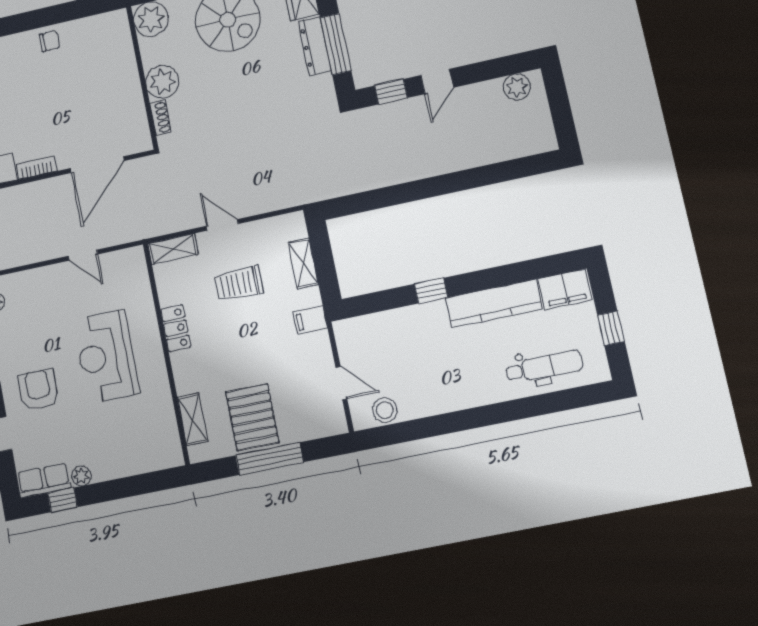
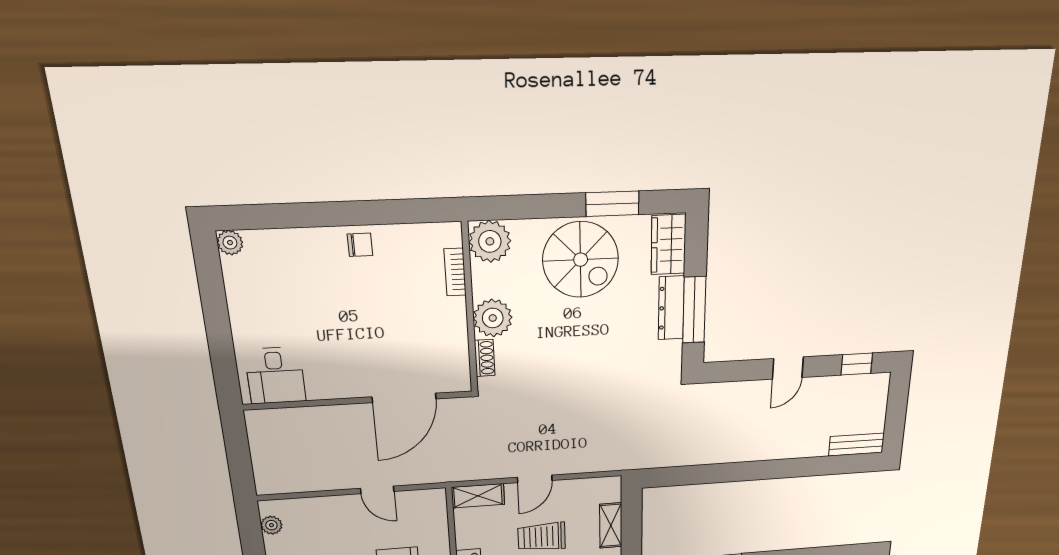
plant: (517, 87) -> (863, 387), removed
window: (391, 92) -> (857, 364), moved
bench: (529, 145) -> (856, 445), added
bookcase: (37, 168) -> (455, 272), moved, turned -90
door: (222, 225) -> (535, 479), swing flipped

